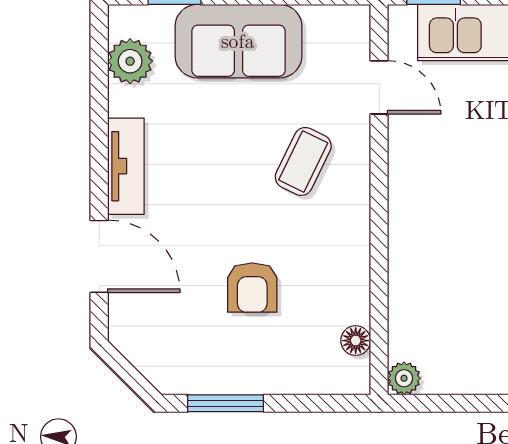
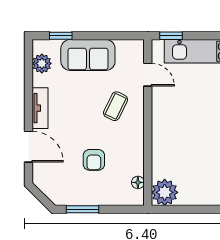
plant: (404, 378) -> (165, 192), width x1.88, depth x1.88

